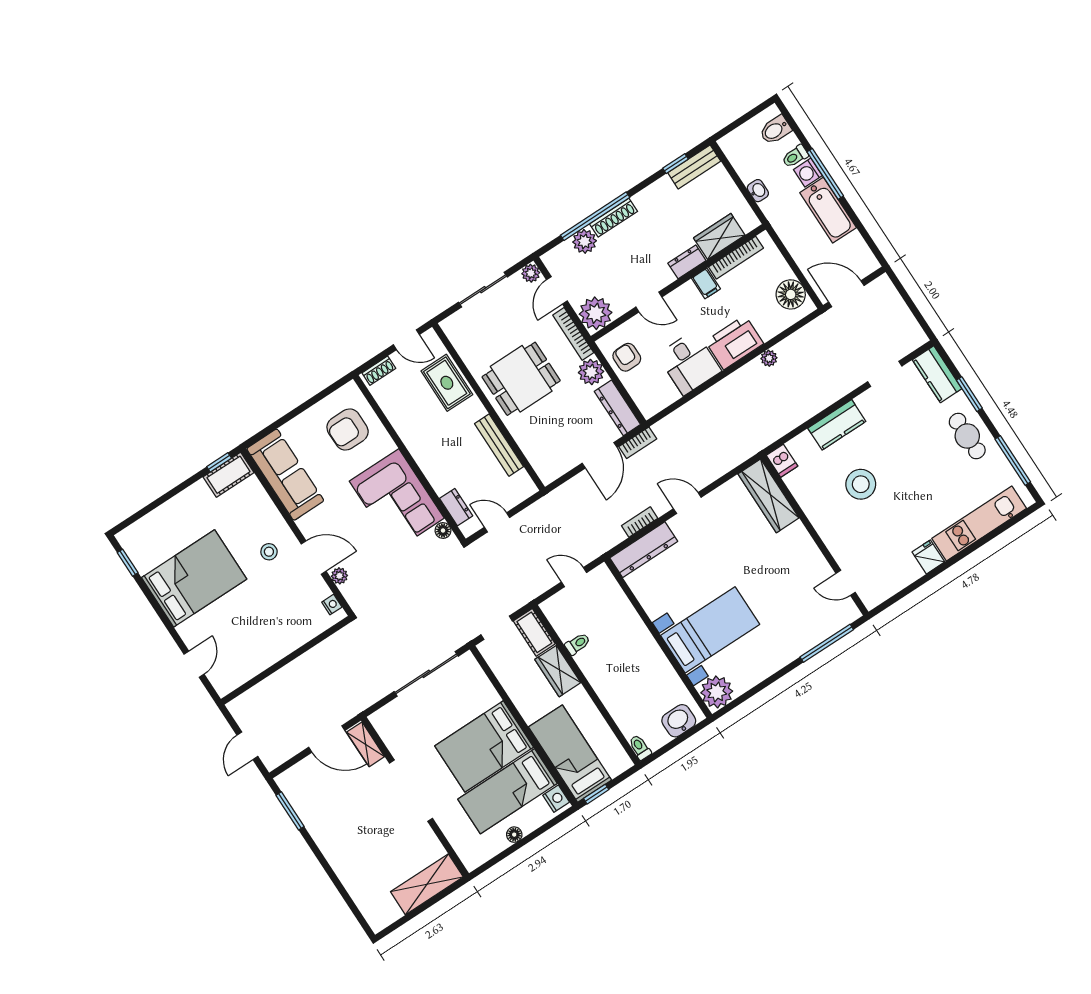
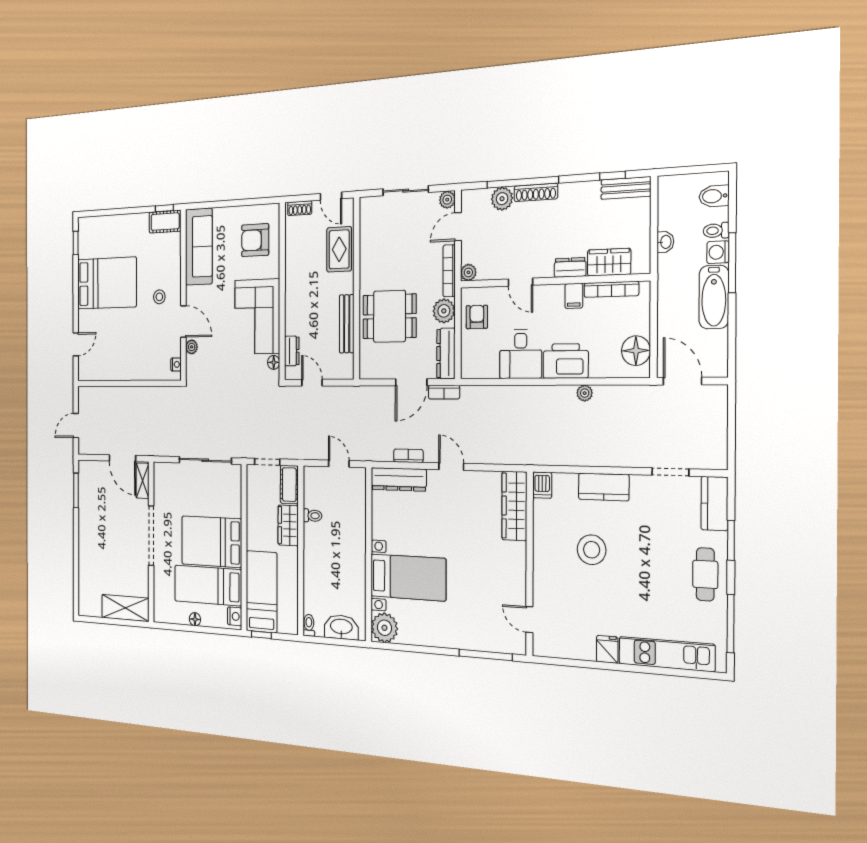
plant: (596, 313) -> (468, 272), width x0.53, depth x0.53
dining table: (521, 379) -> (389, 316), moved
washbasin: (679, 721) -> (341, 627), width x1.38

